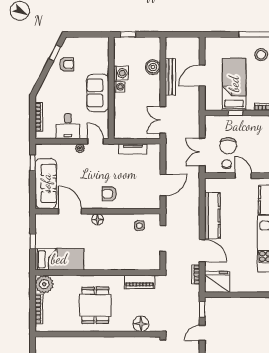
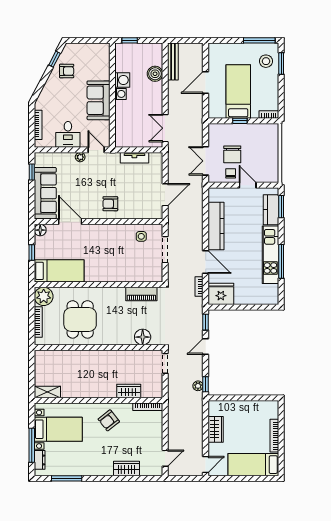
bench: (170, 77) -> (173, 62), moved
floor lamp: (98, 219) -> (40, 230), moved
dining table: (95, 305) -> (80, 319), moved

